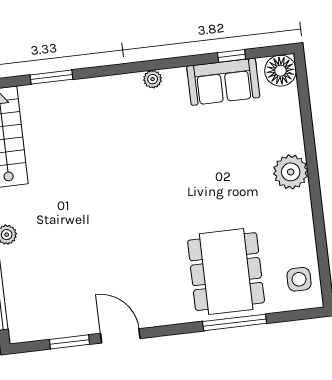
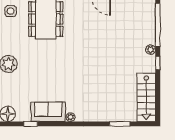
sofa: (223, 82) -> (48, 112), moved

